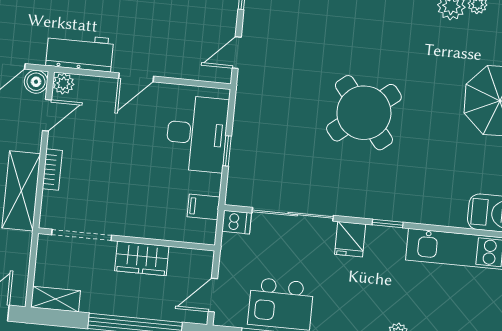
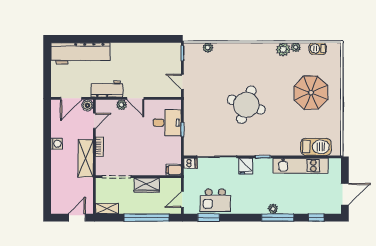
door: (237, 53) -> (182, 82), hinge flipped
door: (136, 77) -> (135, 98), hinge flipped
plant: (63, 84) -> (122, 105), moved
round table: (364, 113) -> (246, 105), turned -32
desk: (197, 134) -> (167, 123), width x0.73
filing cabinet: (204, 207) -> (174, 170), moved

